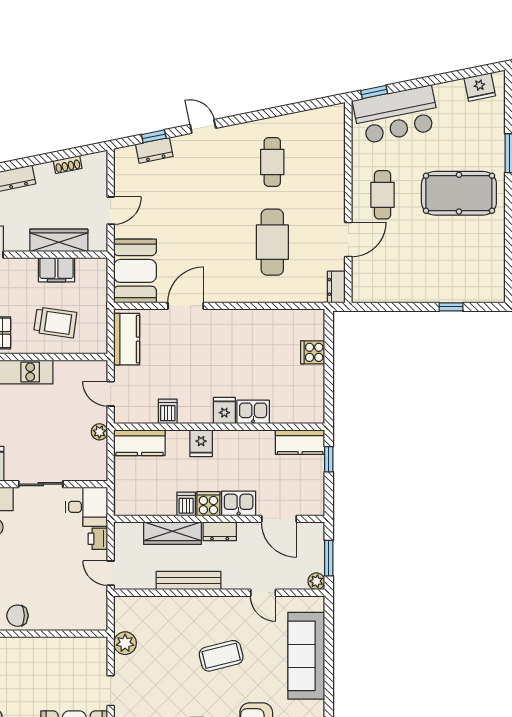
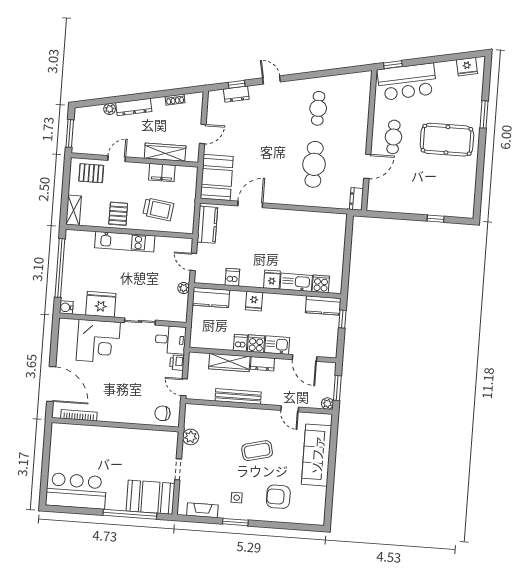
cooker: (313, 352) -> (321, 284), moved, turned 90
kitchen sink: (253, 412) -> (296, 282), width x1.38
chair: (17, 616) -> (162, 413), moved

